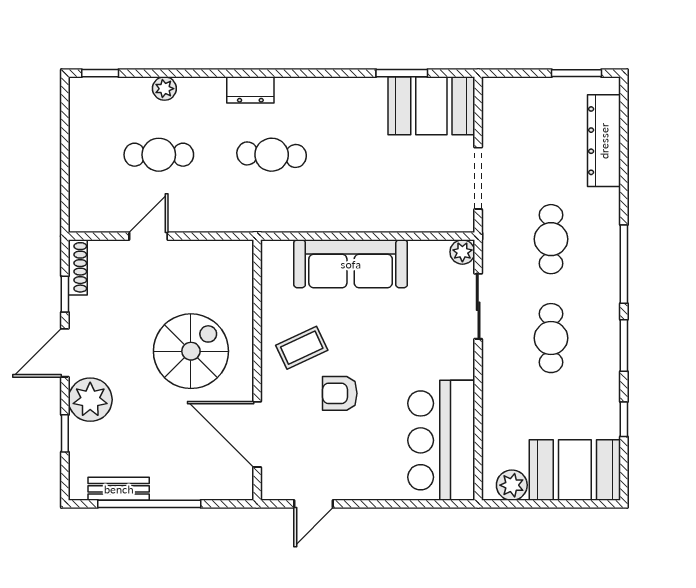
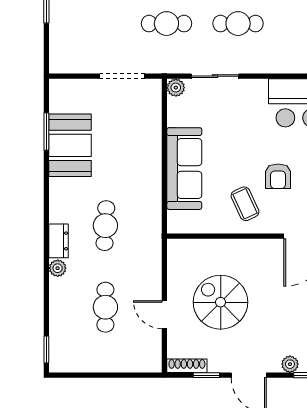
plant: (164, 89) -> (58, 268), moved
booth: (431, 106) -> (70, 145), moved
spiral stairs: (191, 351) -> (221, 302), moved
plant: (90, 400) -> (290, 364), width x0.53, depth x0.53

